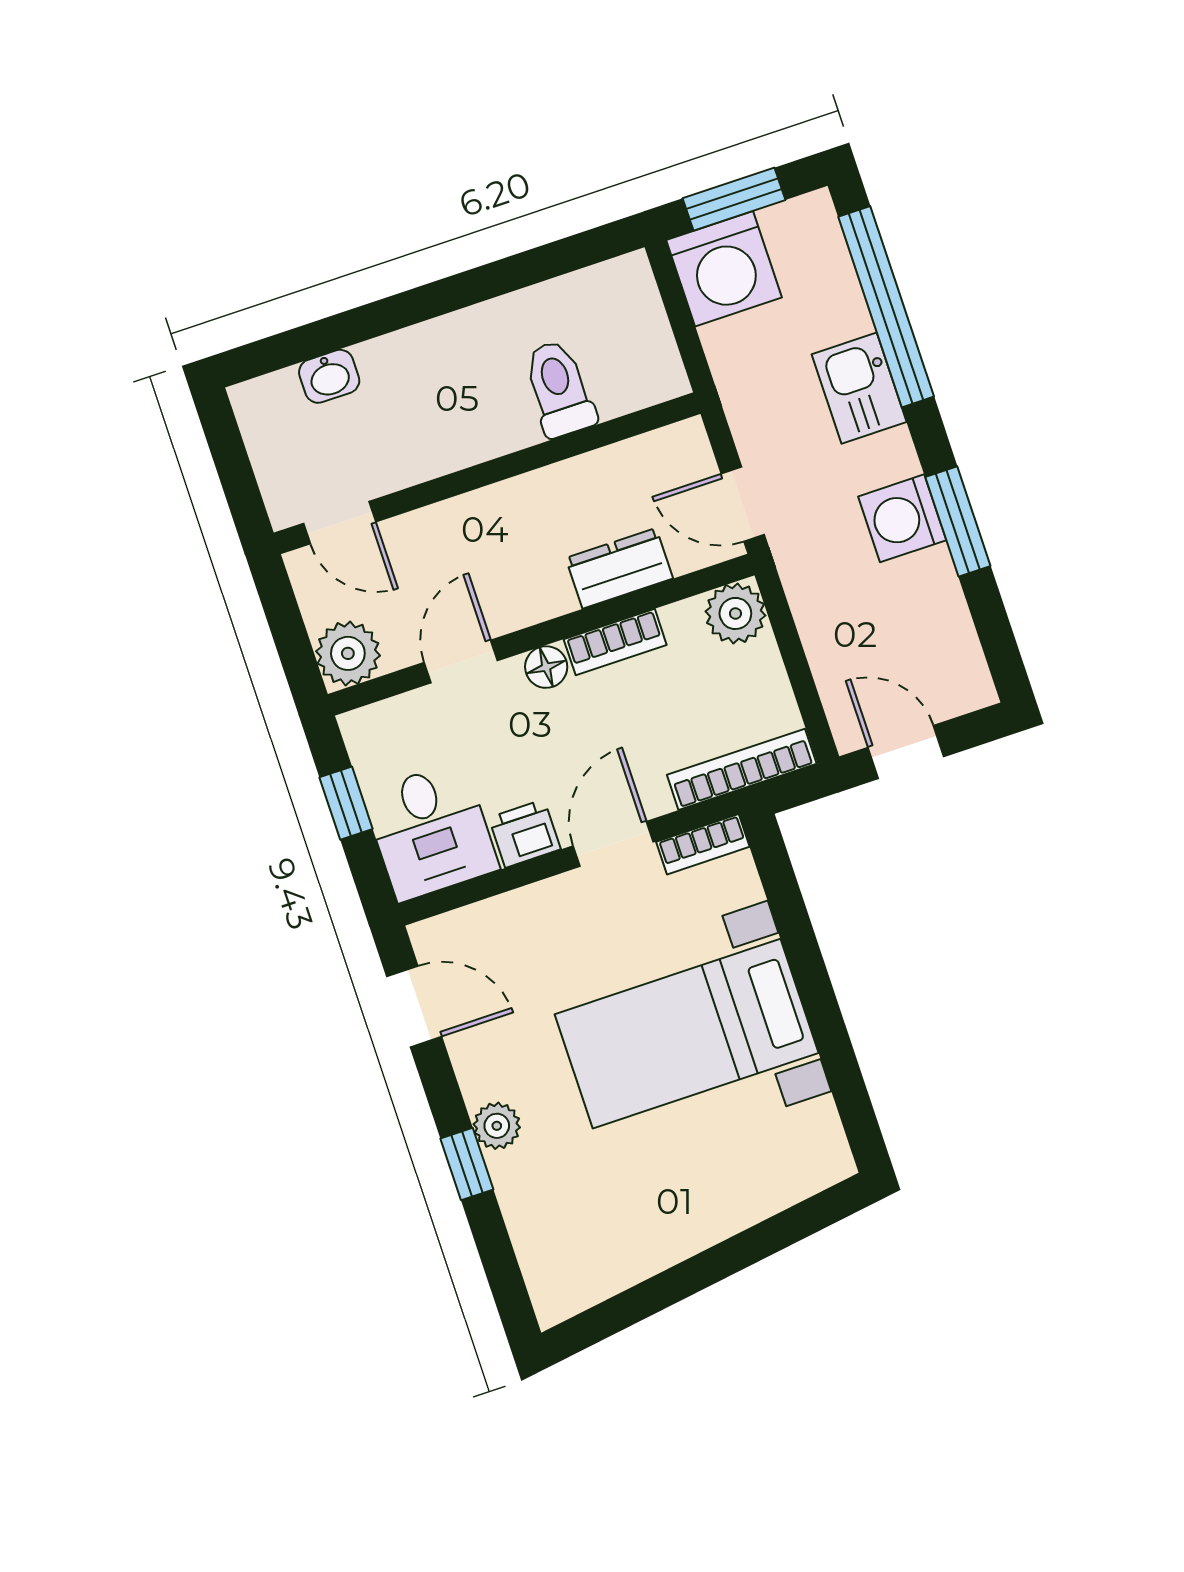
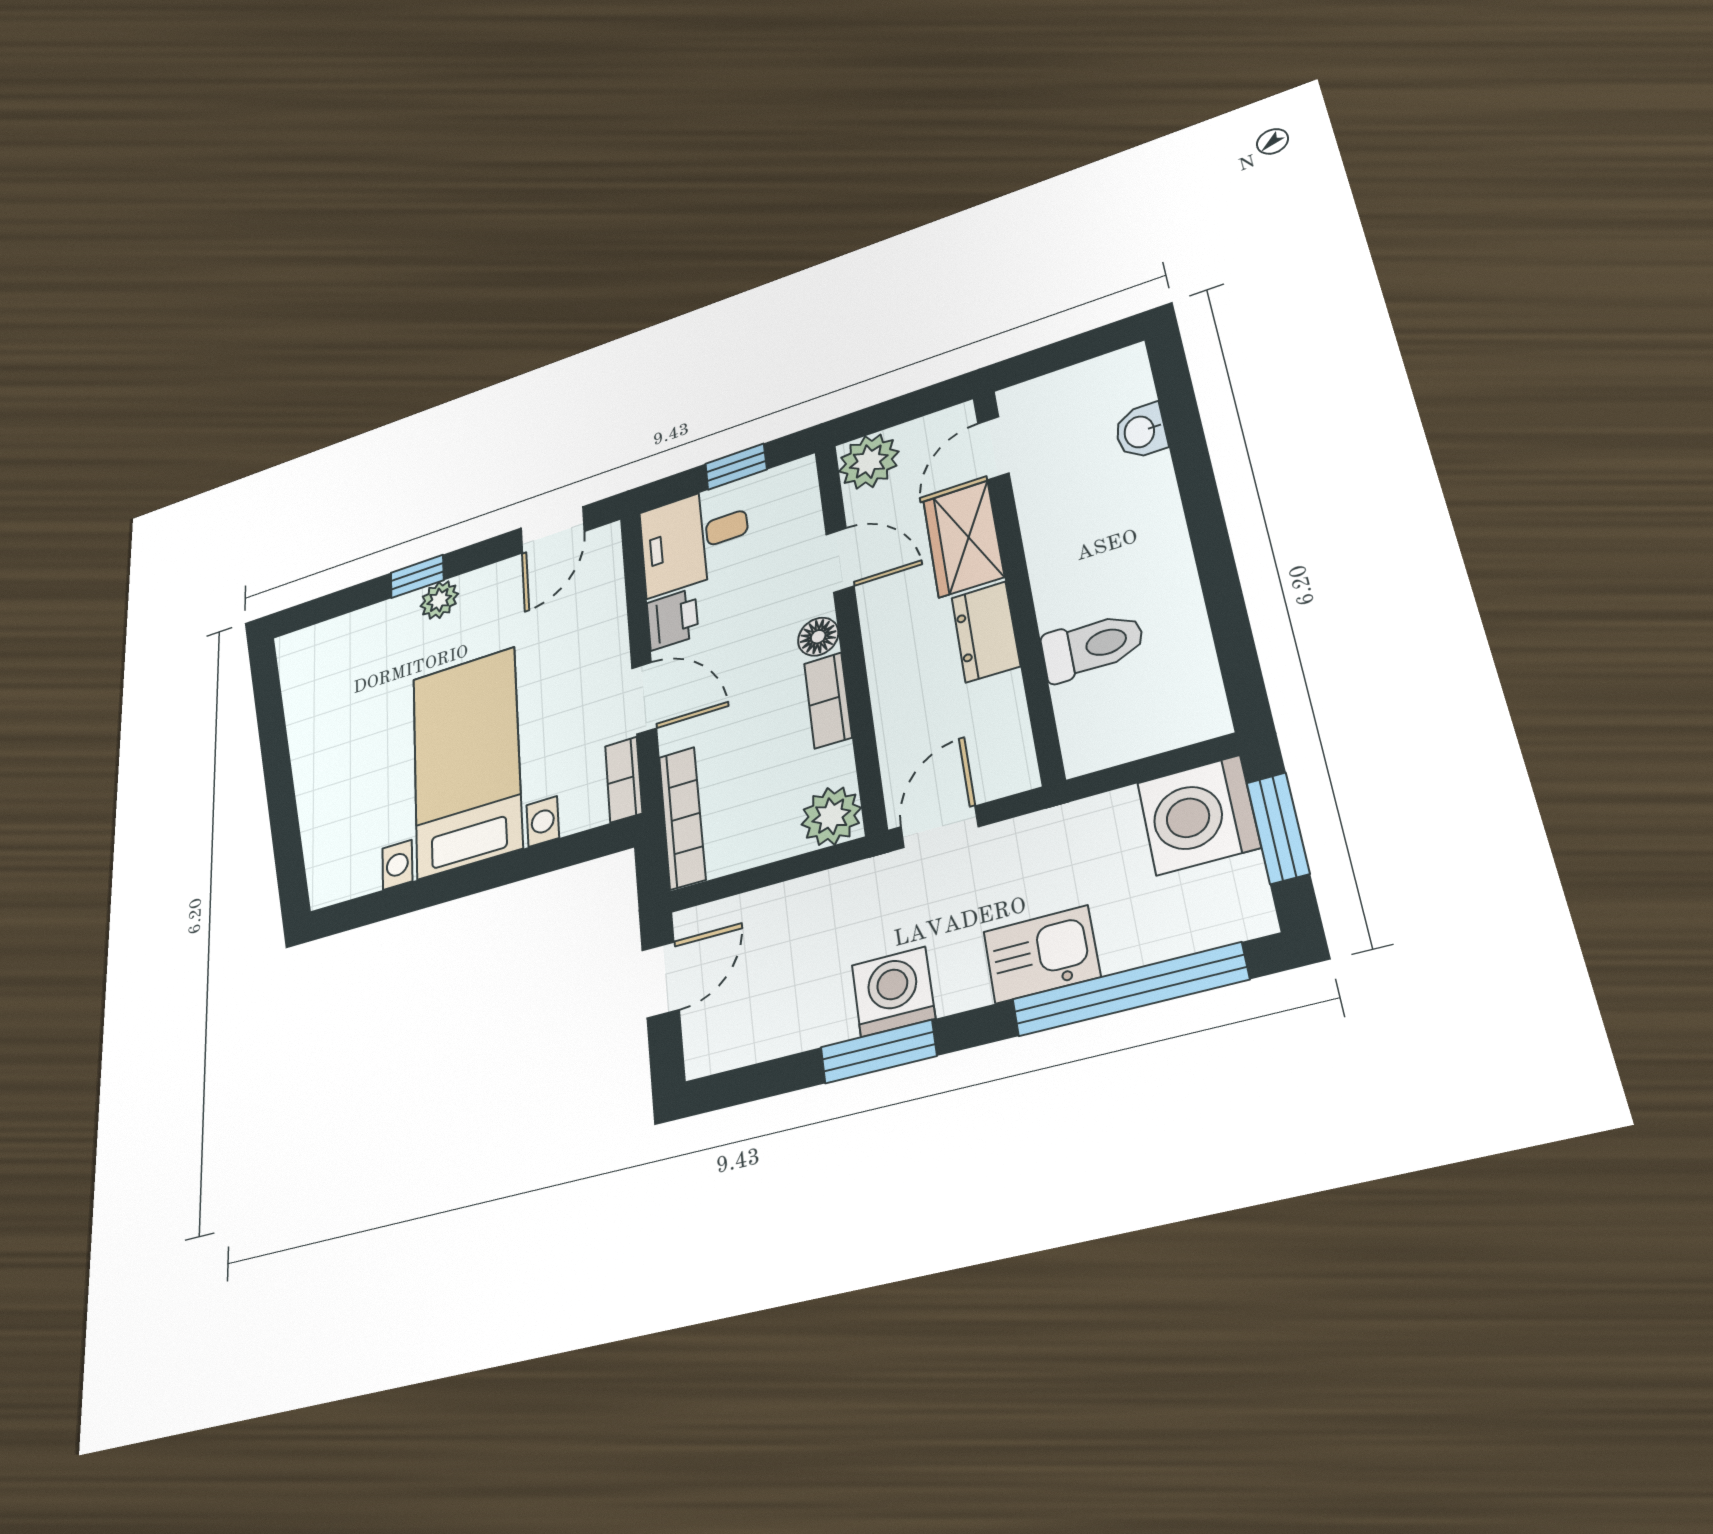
wardrobe: (441, 535) -> (963, 539), added
dresser: (619, 568) -> (986, 632), moved, turned 180

